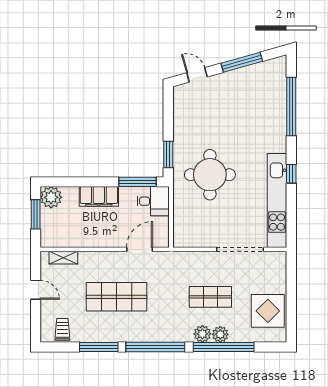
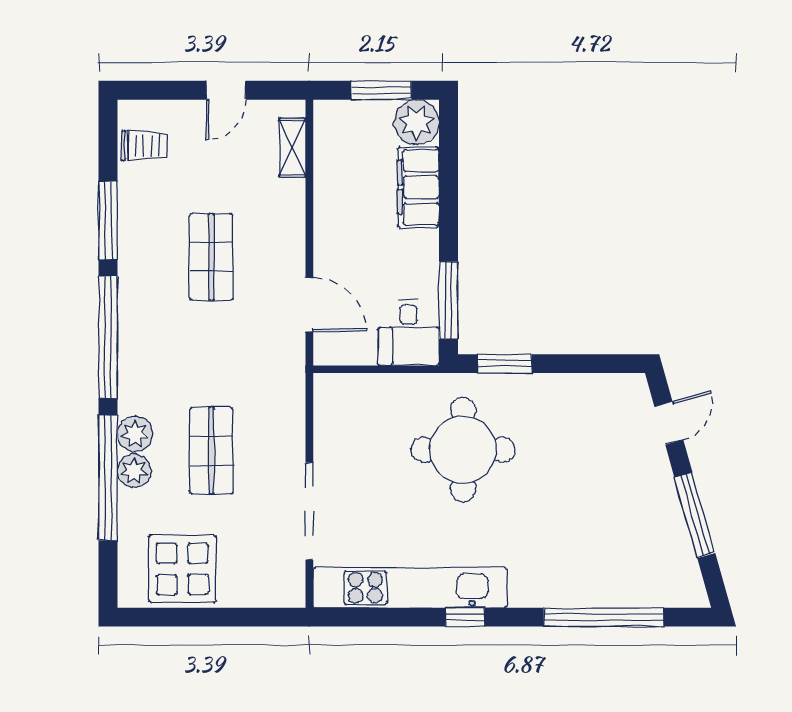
filing cabinet: (99, 196) -> (418, 187), moved
shop shelf: (116, 297) -> (211, 257), width x0.70, depth x0.74

